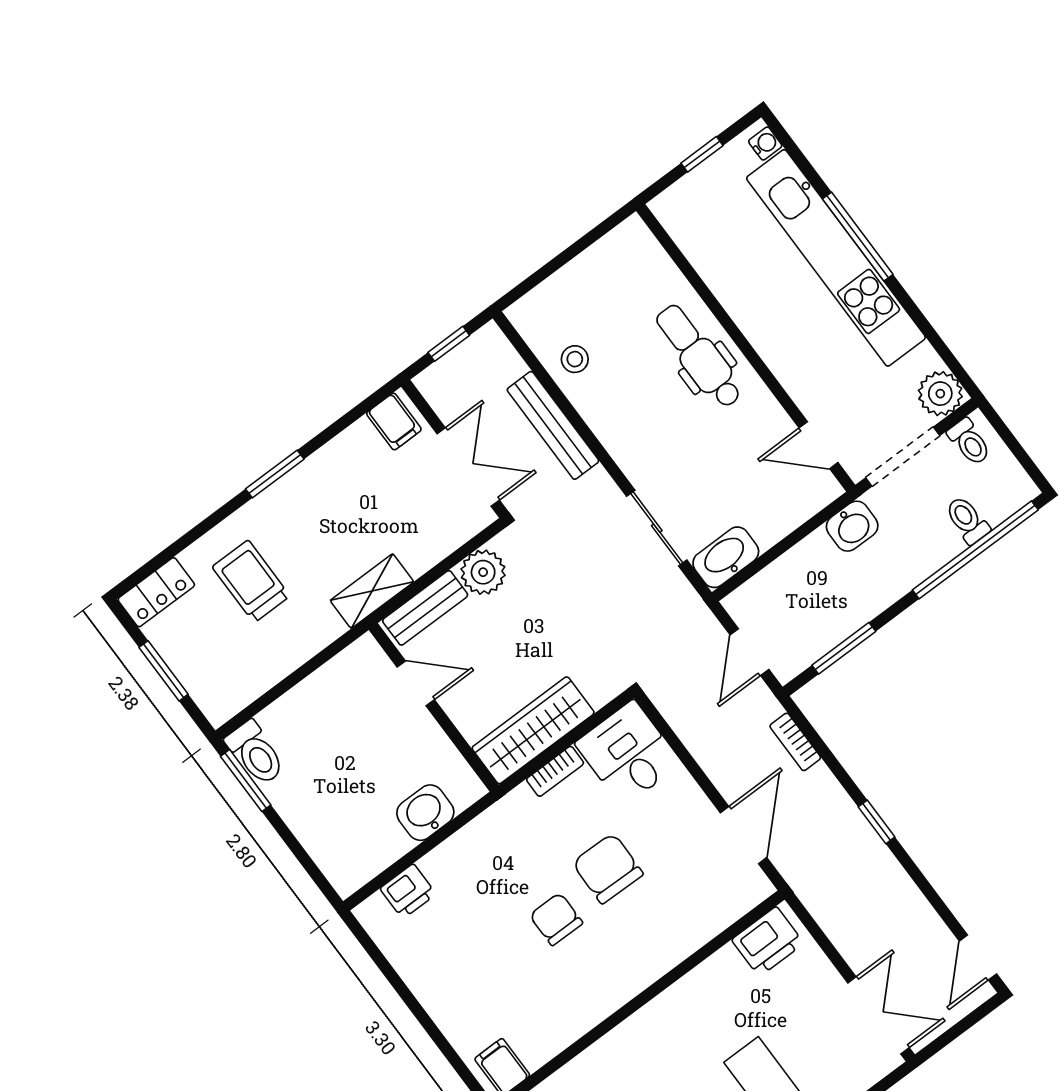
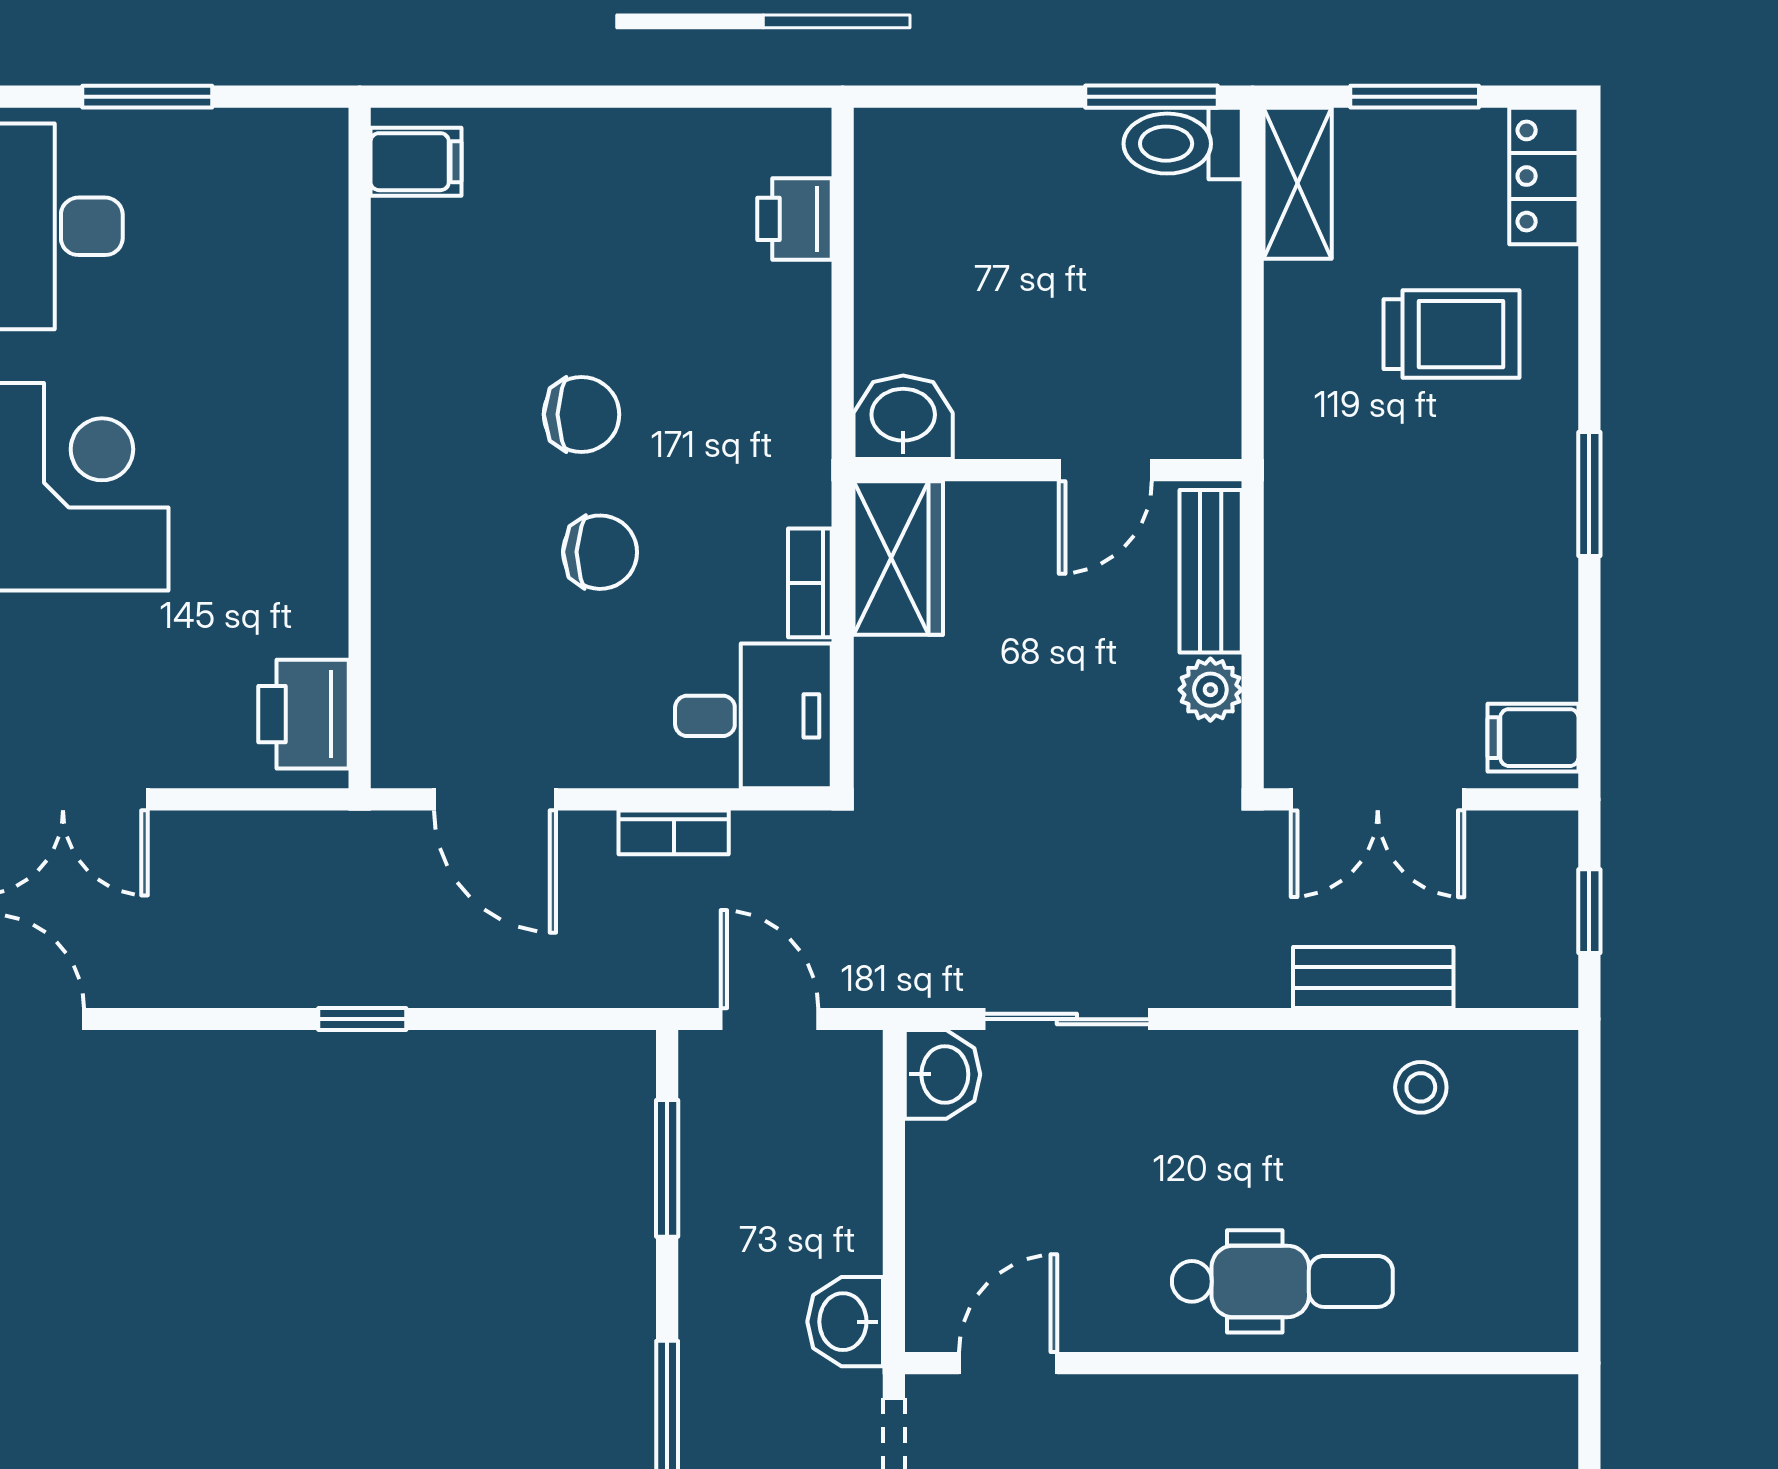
bench: (553, 425) -> (1373, 977), width x0.73
washbasin: (726, 557) -> (943, 1074), width x0.72
plant: (483, 572) -> (1210, 690), width x0.73, depth x0.73
shelving: (372, 591) -> (1298, 183), moved
wardrobe: (533, 730) -> (898, 558), width x0.67
bookcase: (795, 742) -> (674, 832), moved, turned 180
washbasin: (425, 813) -> (903, 417), moved, turned -90
chair: (608, 868) -> (600, 552), width x0.73, depth x0.73

